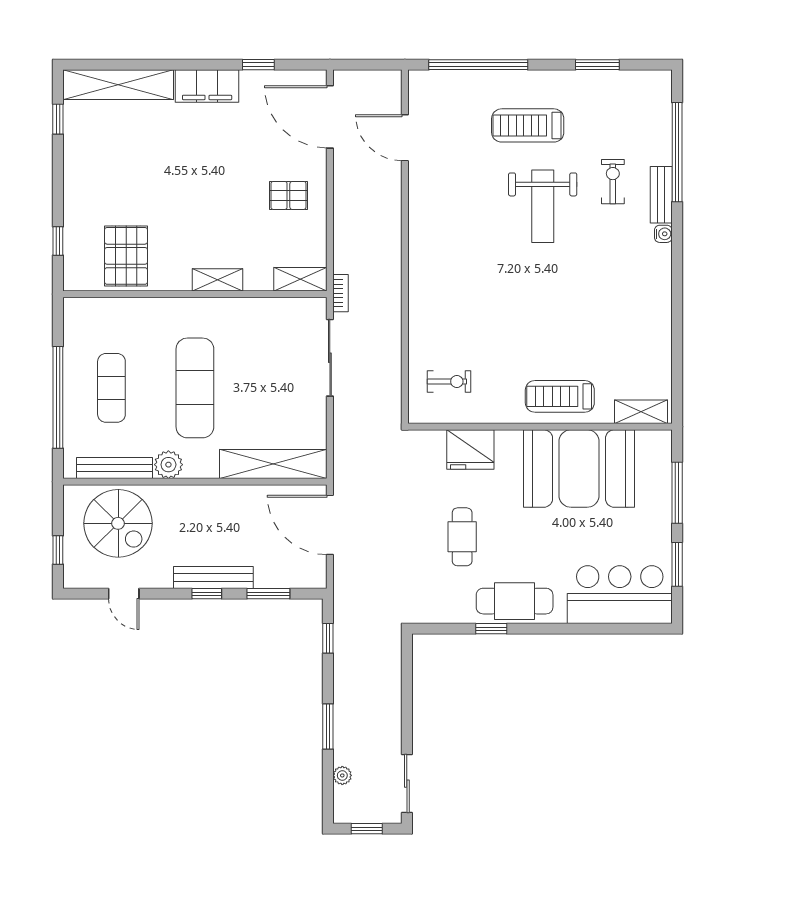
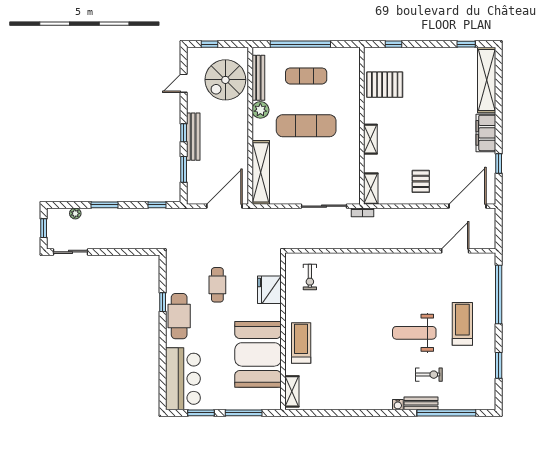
cafe table: (462, 537) -> (217, 285), turned 90

